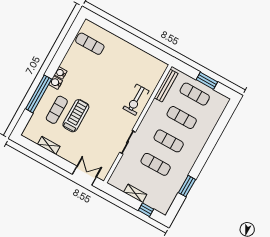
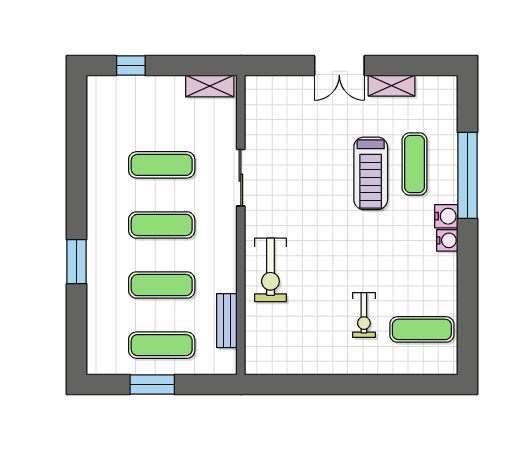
exercise bike: (109, 62) -> (364, 315), added
bench: (166, 86) -> (227, 321), width x0.73
exercise bike: (136, 100) -> (270, 270), turned 180
double door: (84, 176) -> (339, 65), moved
window: (187, 186) -> (77, 262), moved
shelving: (135, 193) -> (210, 86), moved

